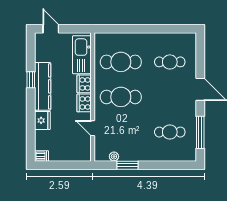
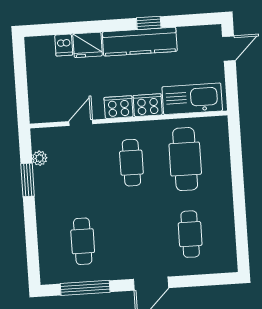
cafe table: (121, 97) -> (131, 163), width x0.73, depth x0.74
dishwasher: (41, 156) -> (64, 45), moved

